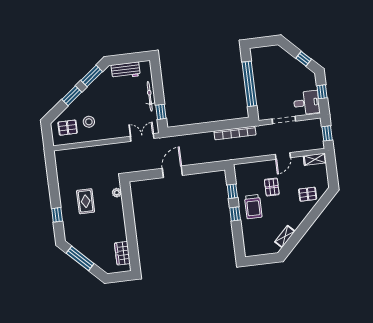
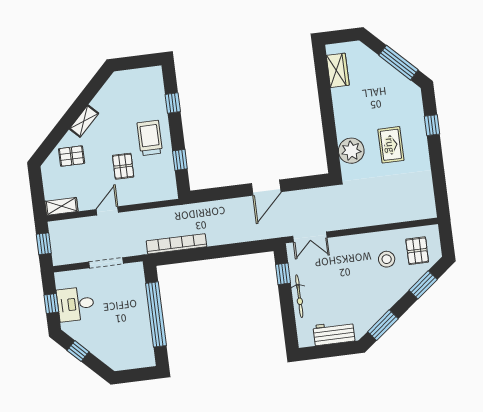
window: (72, 96) -> (423, 285), moved
desk: (307, 103) -> (76, 304), moved
pallet: (68, 128) -> (417, 251), turned 90
plant: (117, 193) -> (351, 151), width x1.88, depth x1.88
window: (235, 214) -> (173, 103), moved
shelving: (285, 236) -> (84, 121), moved

